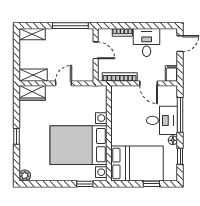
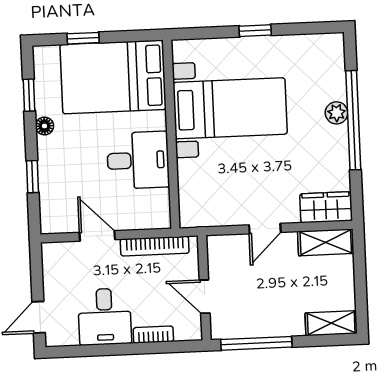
filing cabinet: (171, 73) -> (53, 258), removed
window: (180, 115) -> (33, 177), width x0.46
desk: (162, 120) -> (138, 160), moved, turned 180
window: (16, 136) -> (353, 120), width x3.17
bed with nightstands: (79, 145) -> (230, 108), width x0.73
plant: (25, 176) -> (336, 113), moved
window: (85, 184) -> (255, 31), moved

